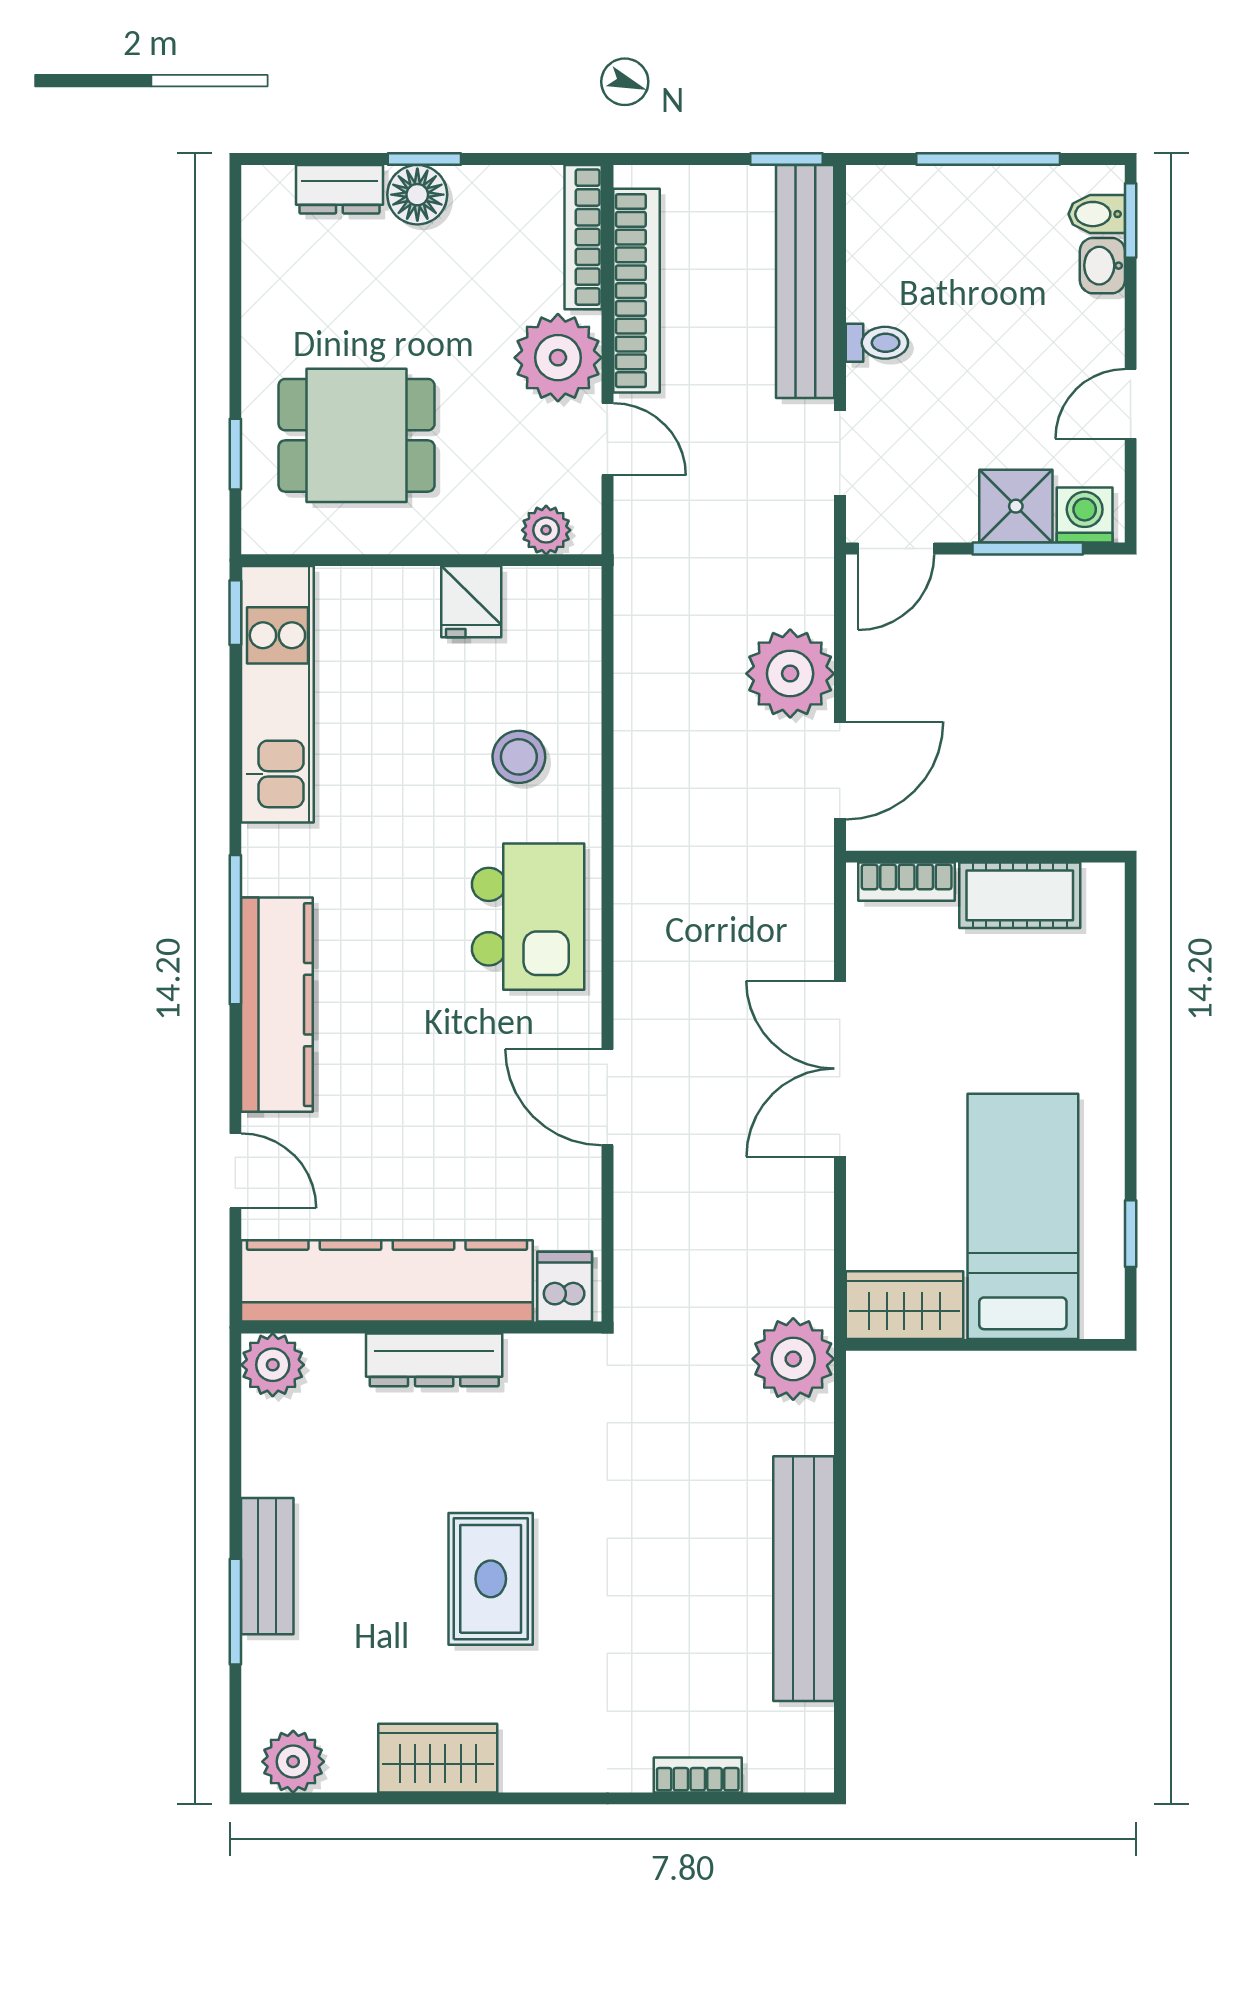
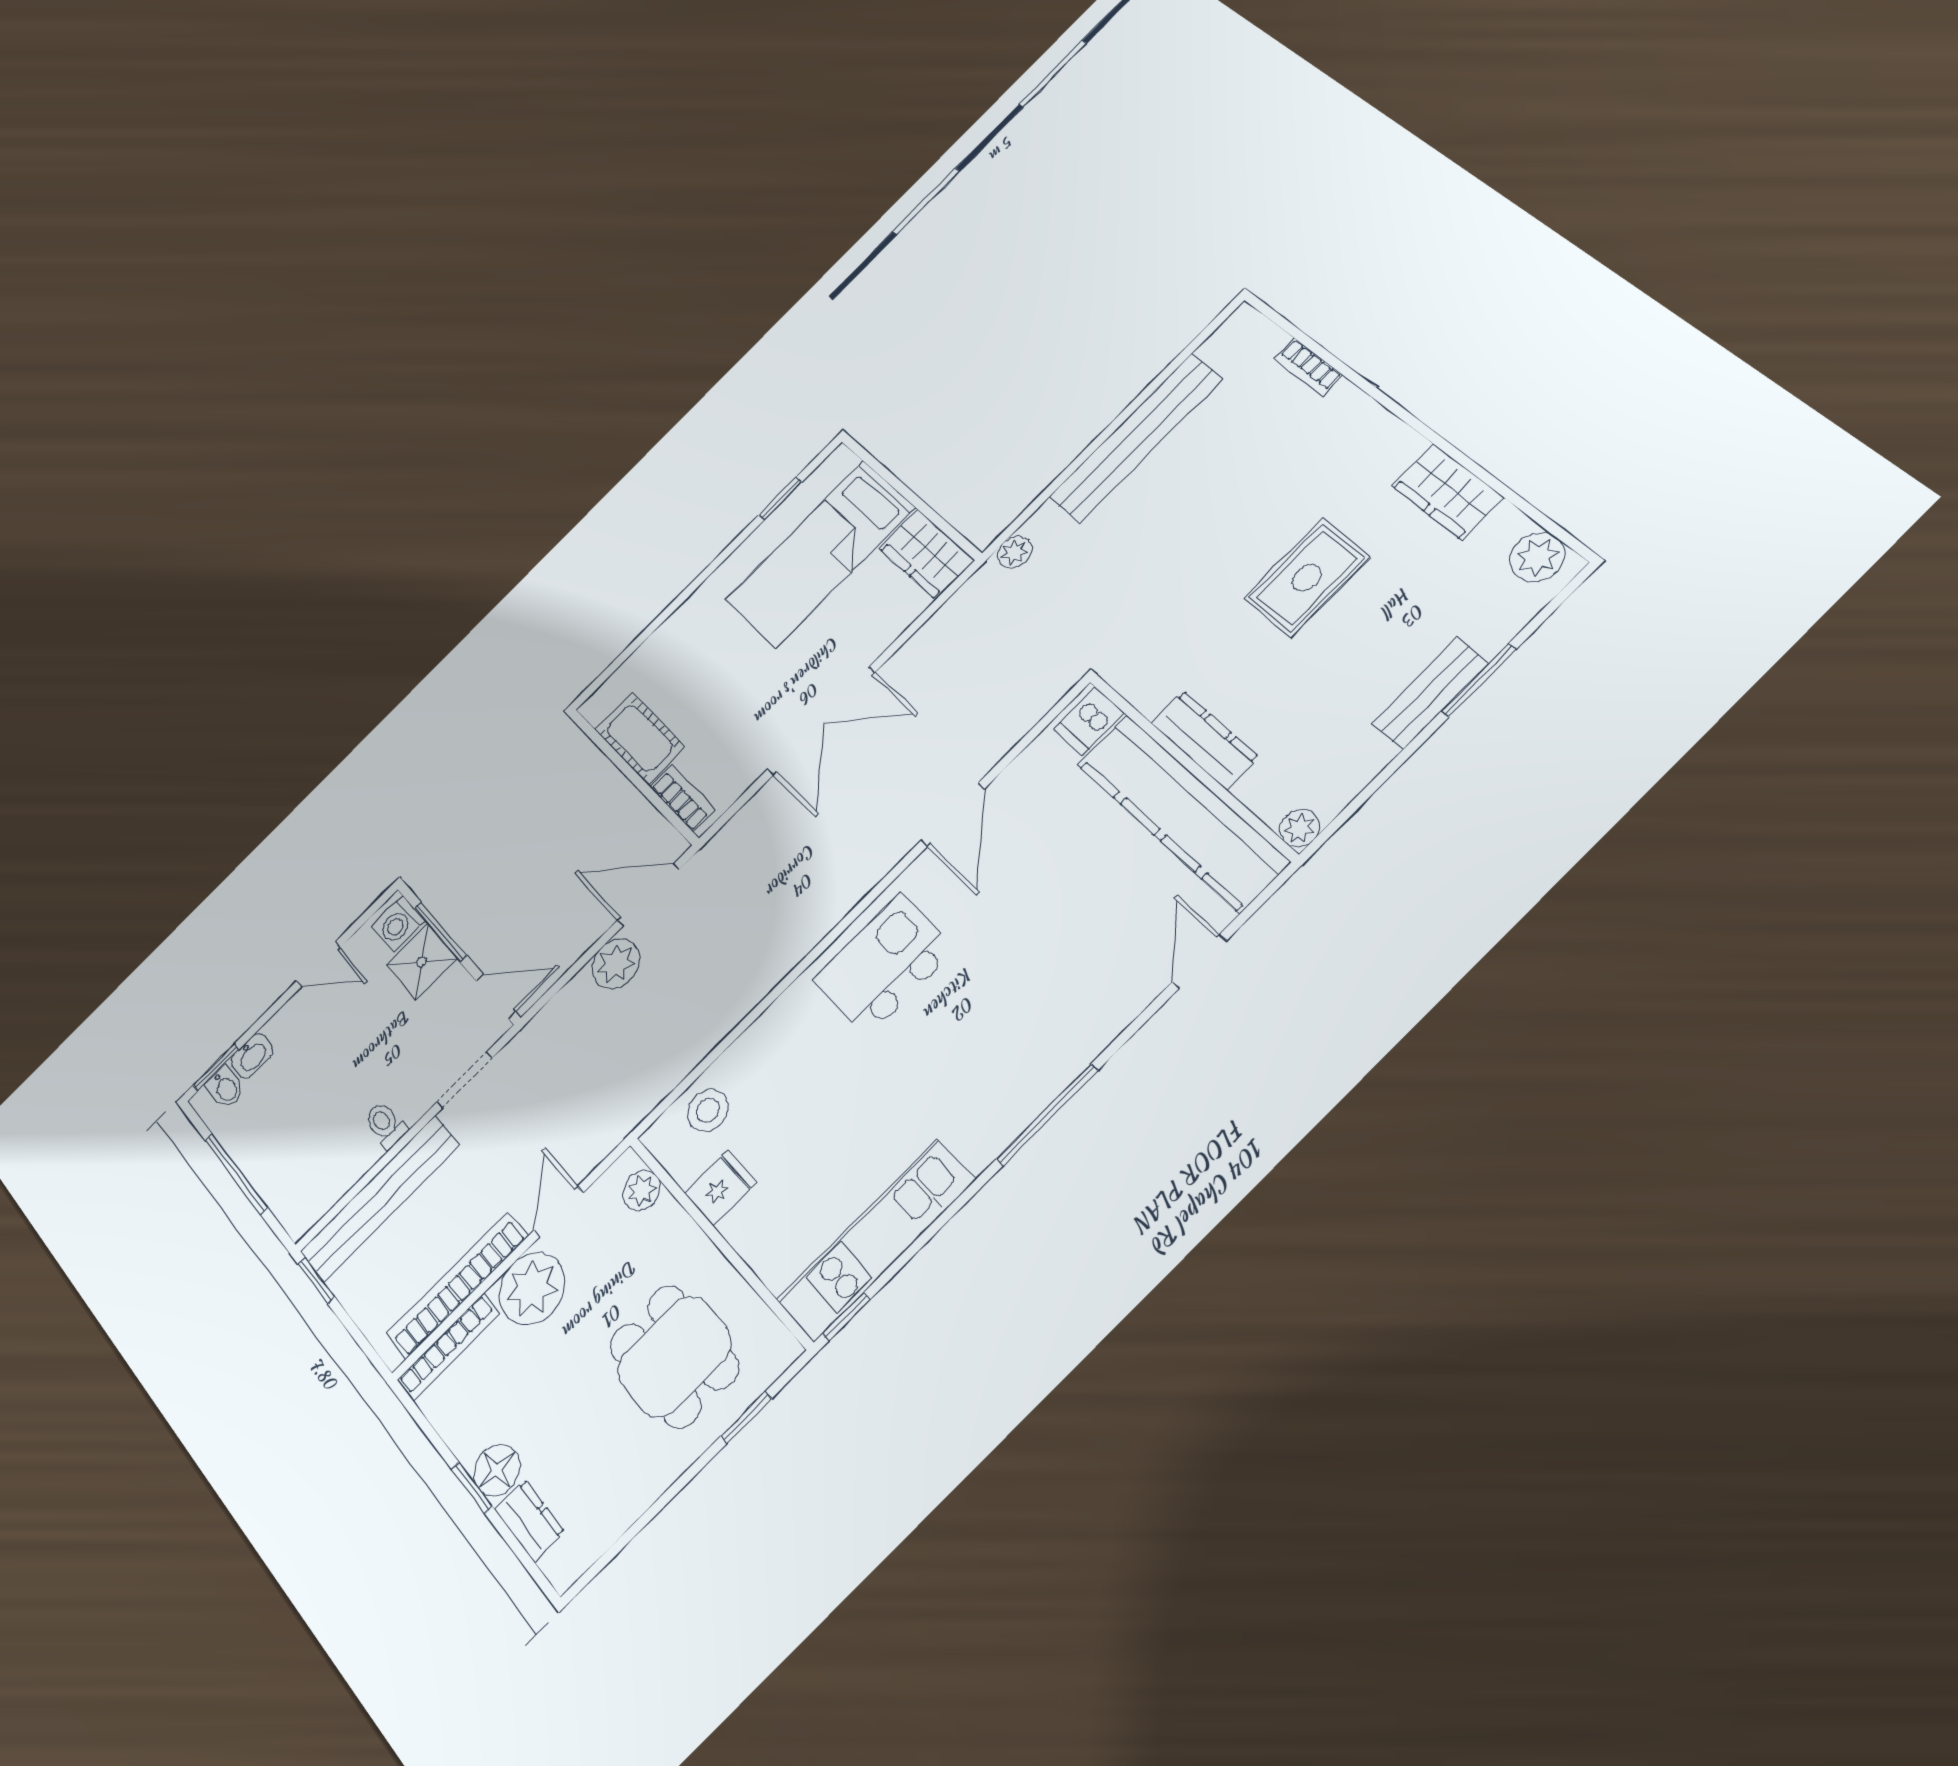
plant: (790, 674) -> (616, 964), width x0.73, depth x0.73
stool: (519, 757) -> (708, 1110), moved
kitchen counter: (277, 1005) -> (1071, 1044), removed
plant: (793, 1359) -> (1015, 552), width x0.53, depth x0.53
plant: (273, 1365) -> (1300, 828), width x0.73, depth x0.73

